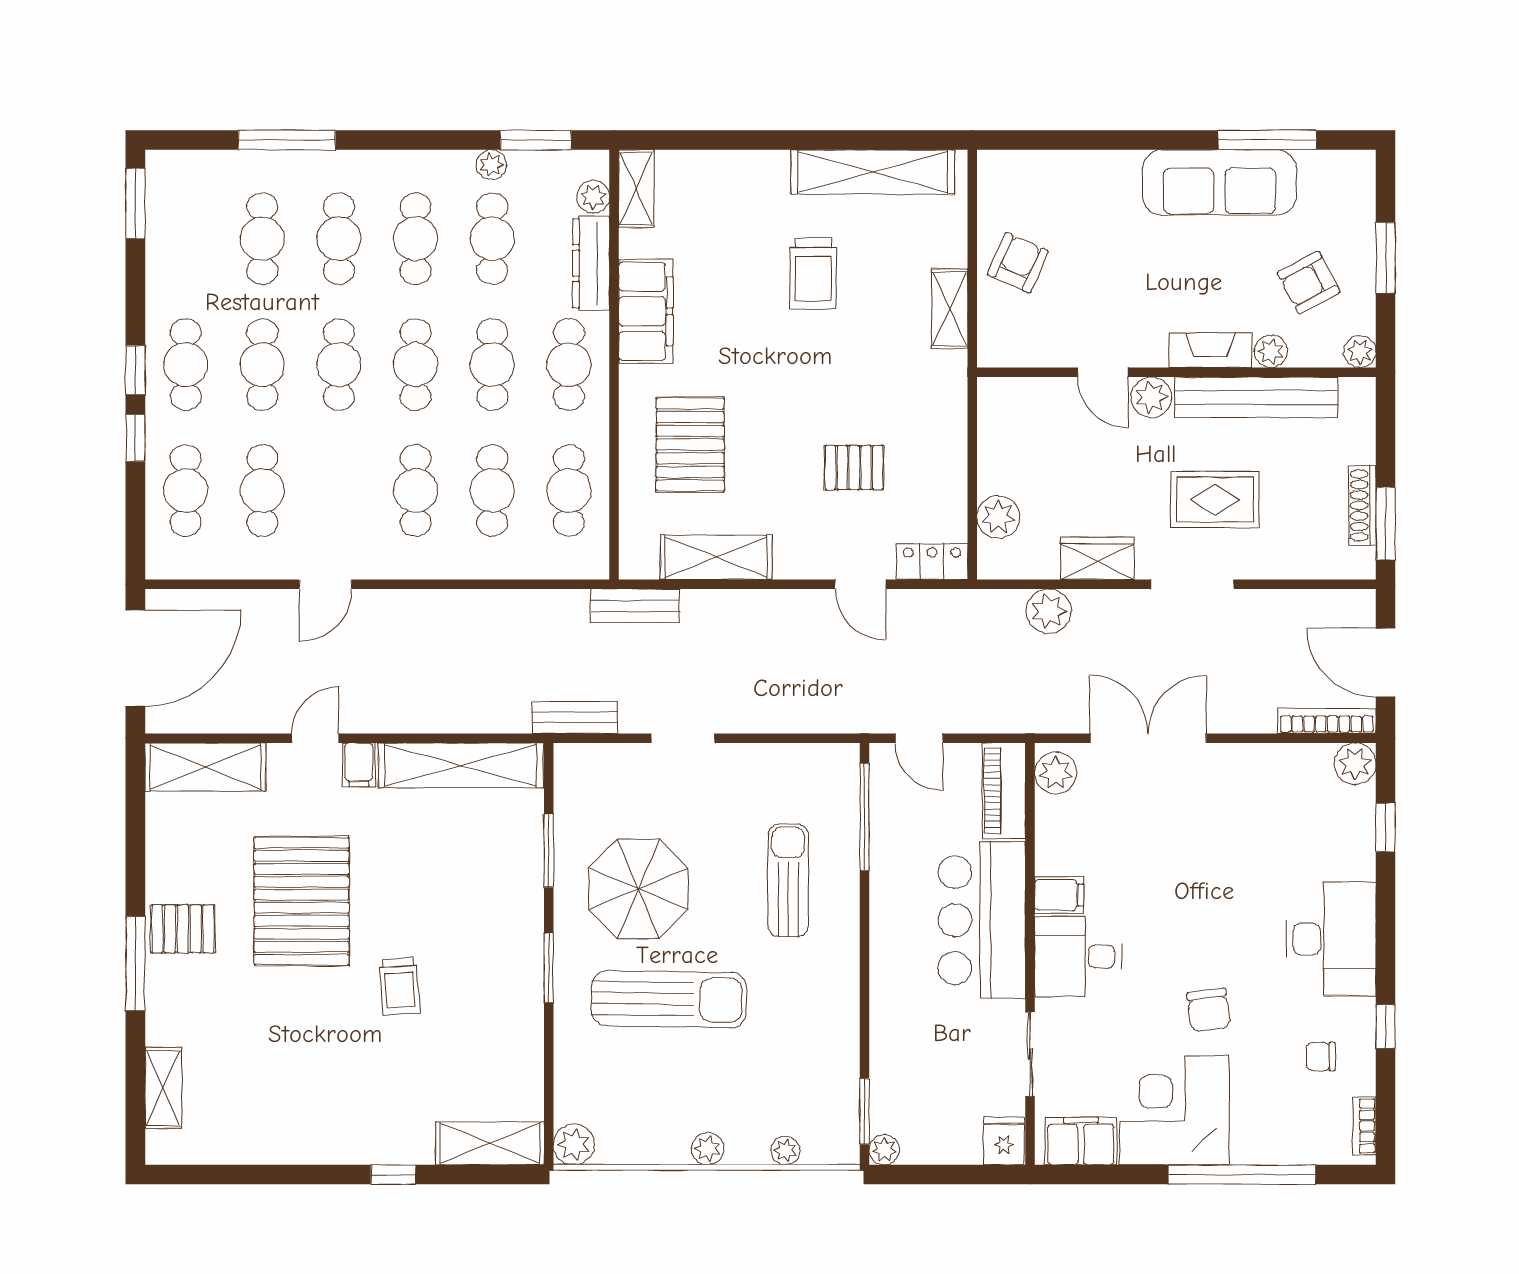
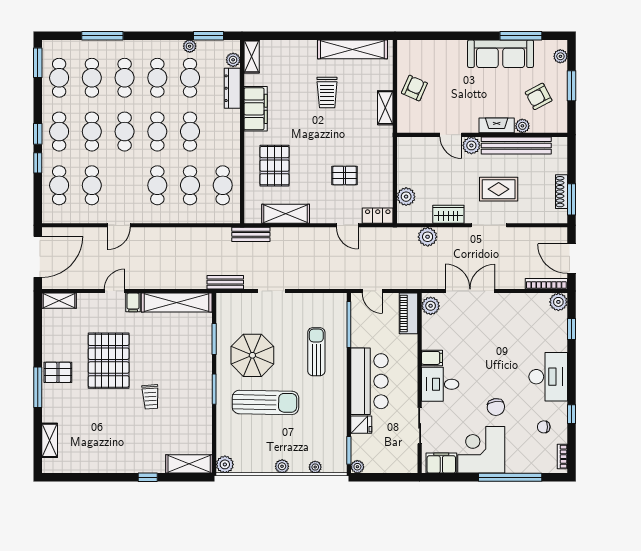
plant: (1360, 352) -> (560, 56), moved
cafe table: (569, 365) -> (59, 78), moved
shelving: (205, 767) -> (59, 301), width x0.67, depth x0.75
bar counter: (982, 920) -> (369, 381), moved, turned 180
fridge: (1004, 1141) -> (361, 425), moved, turned 90

